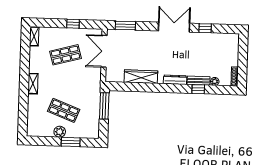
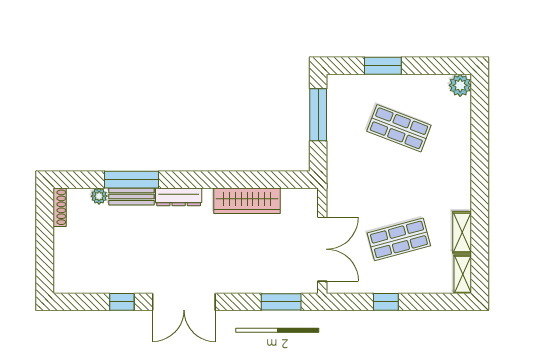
shelving: (33, 84) -> (462, 232), moved
window: (198, 89) -> (132, 180), width x2.17
window: (104, 106) -> (318, 115), moved
plant: (60, 132) -> (460, 85), moved

